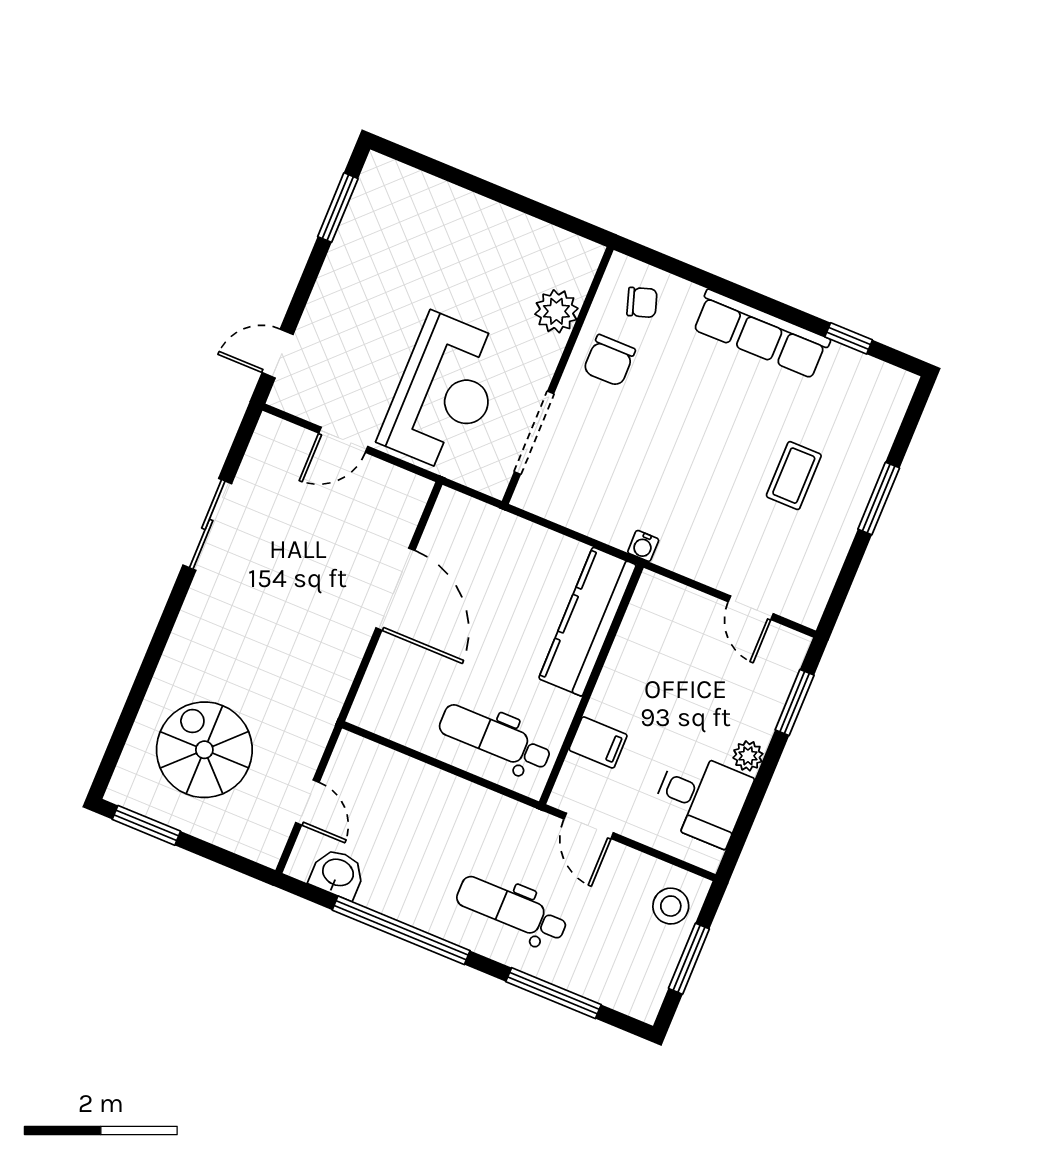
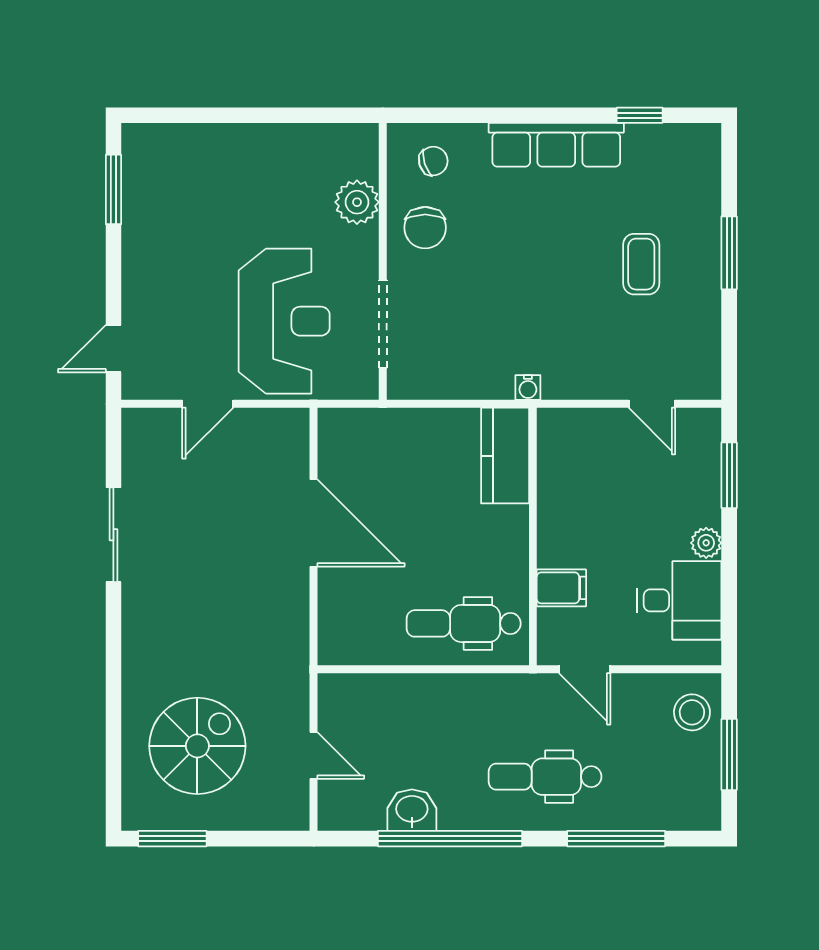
kitchen counter: (587, 622) -> (505, 456), width x0.67
spiral stairs: (204, 750) -> (197, 746), turned 90
washbasin: (338, 874) -> (412, 810), moved

